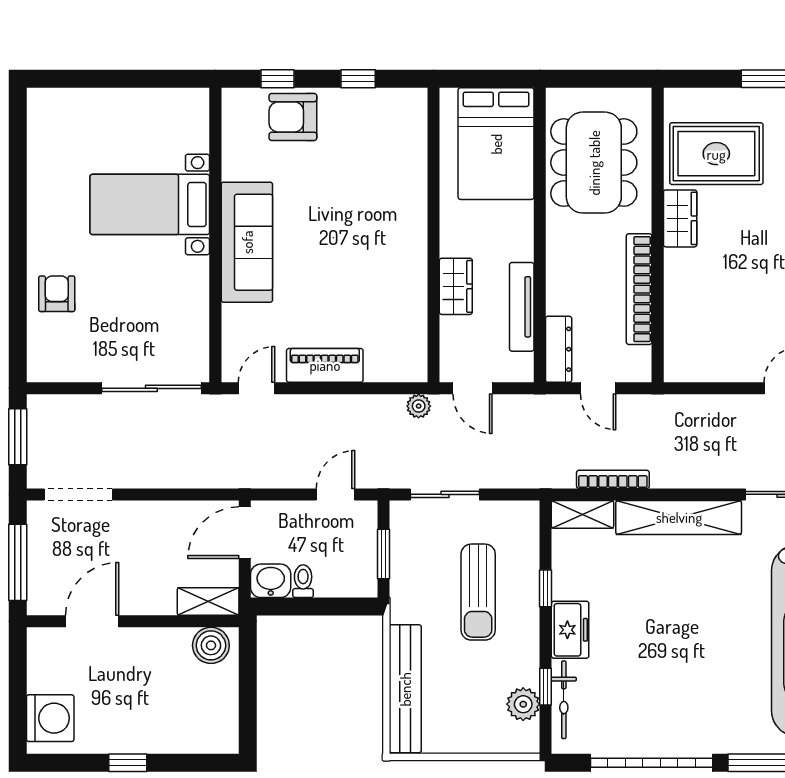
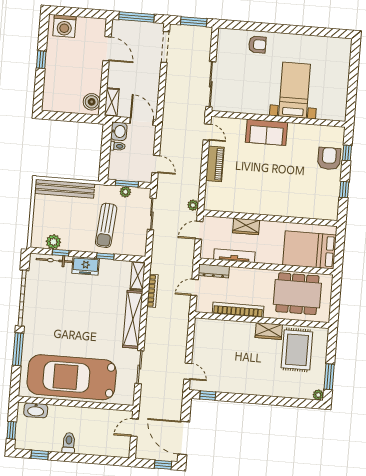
sofa: (247, 242) -> (267, 132), width x0.73
plant: (401, 556) -> (125, 192), added
sun lounger: (478, 592) -> (106, 225), turned -85

